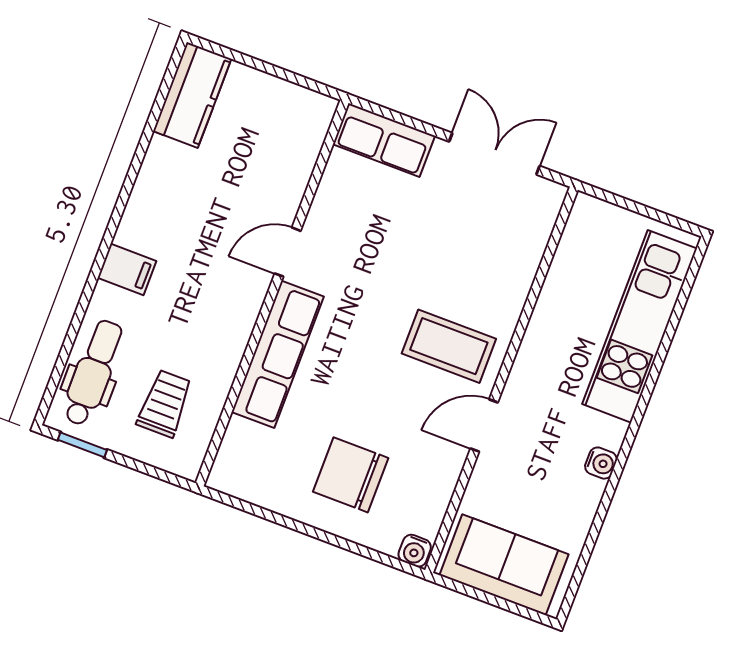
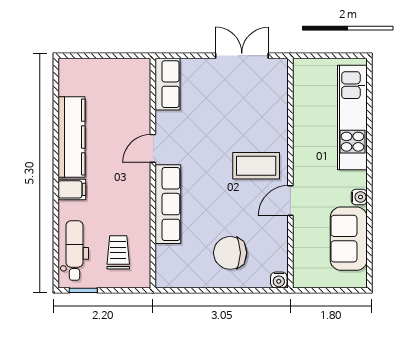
kitchen counter: (192, 95) -> (71, 137), moved, width x1.50
row of seats: (384, 140) -> (168, 84), moved, turned -90
sofa: (504, 565) -> (349, 239), moved, turned -90

